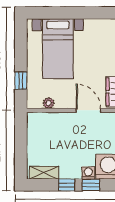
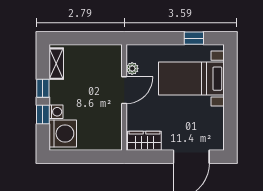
window: (21, 81) -> (194, 38), moved
door: (88, 110) -> (124, 90), moved

